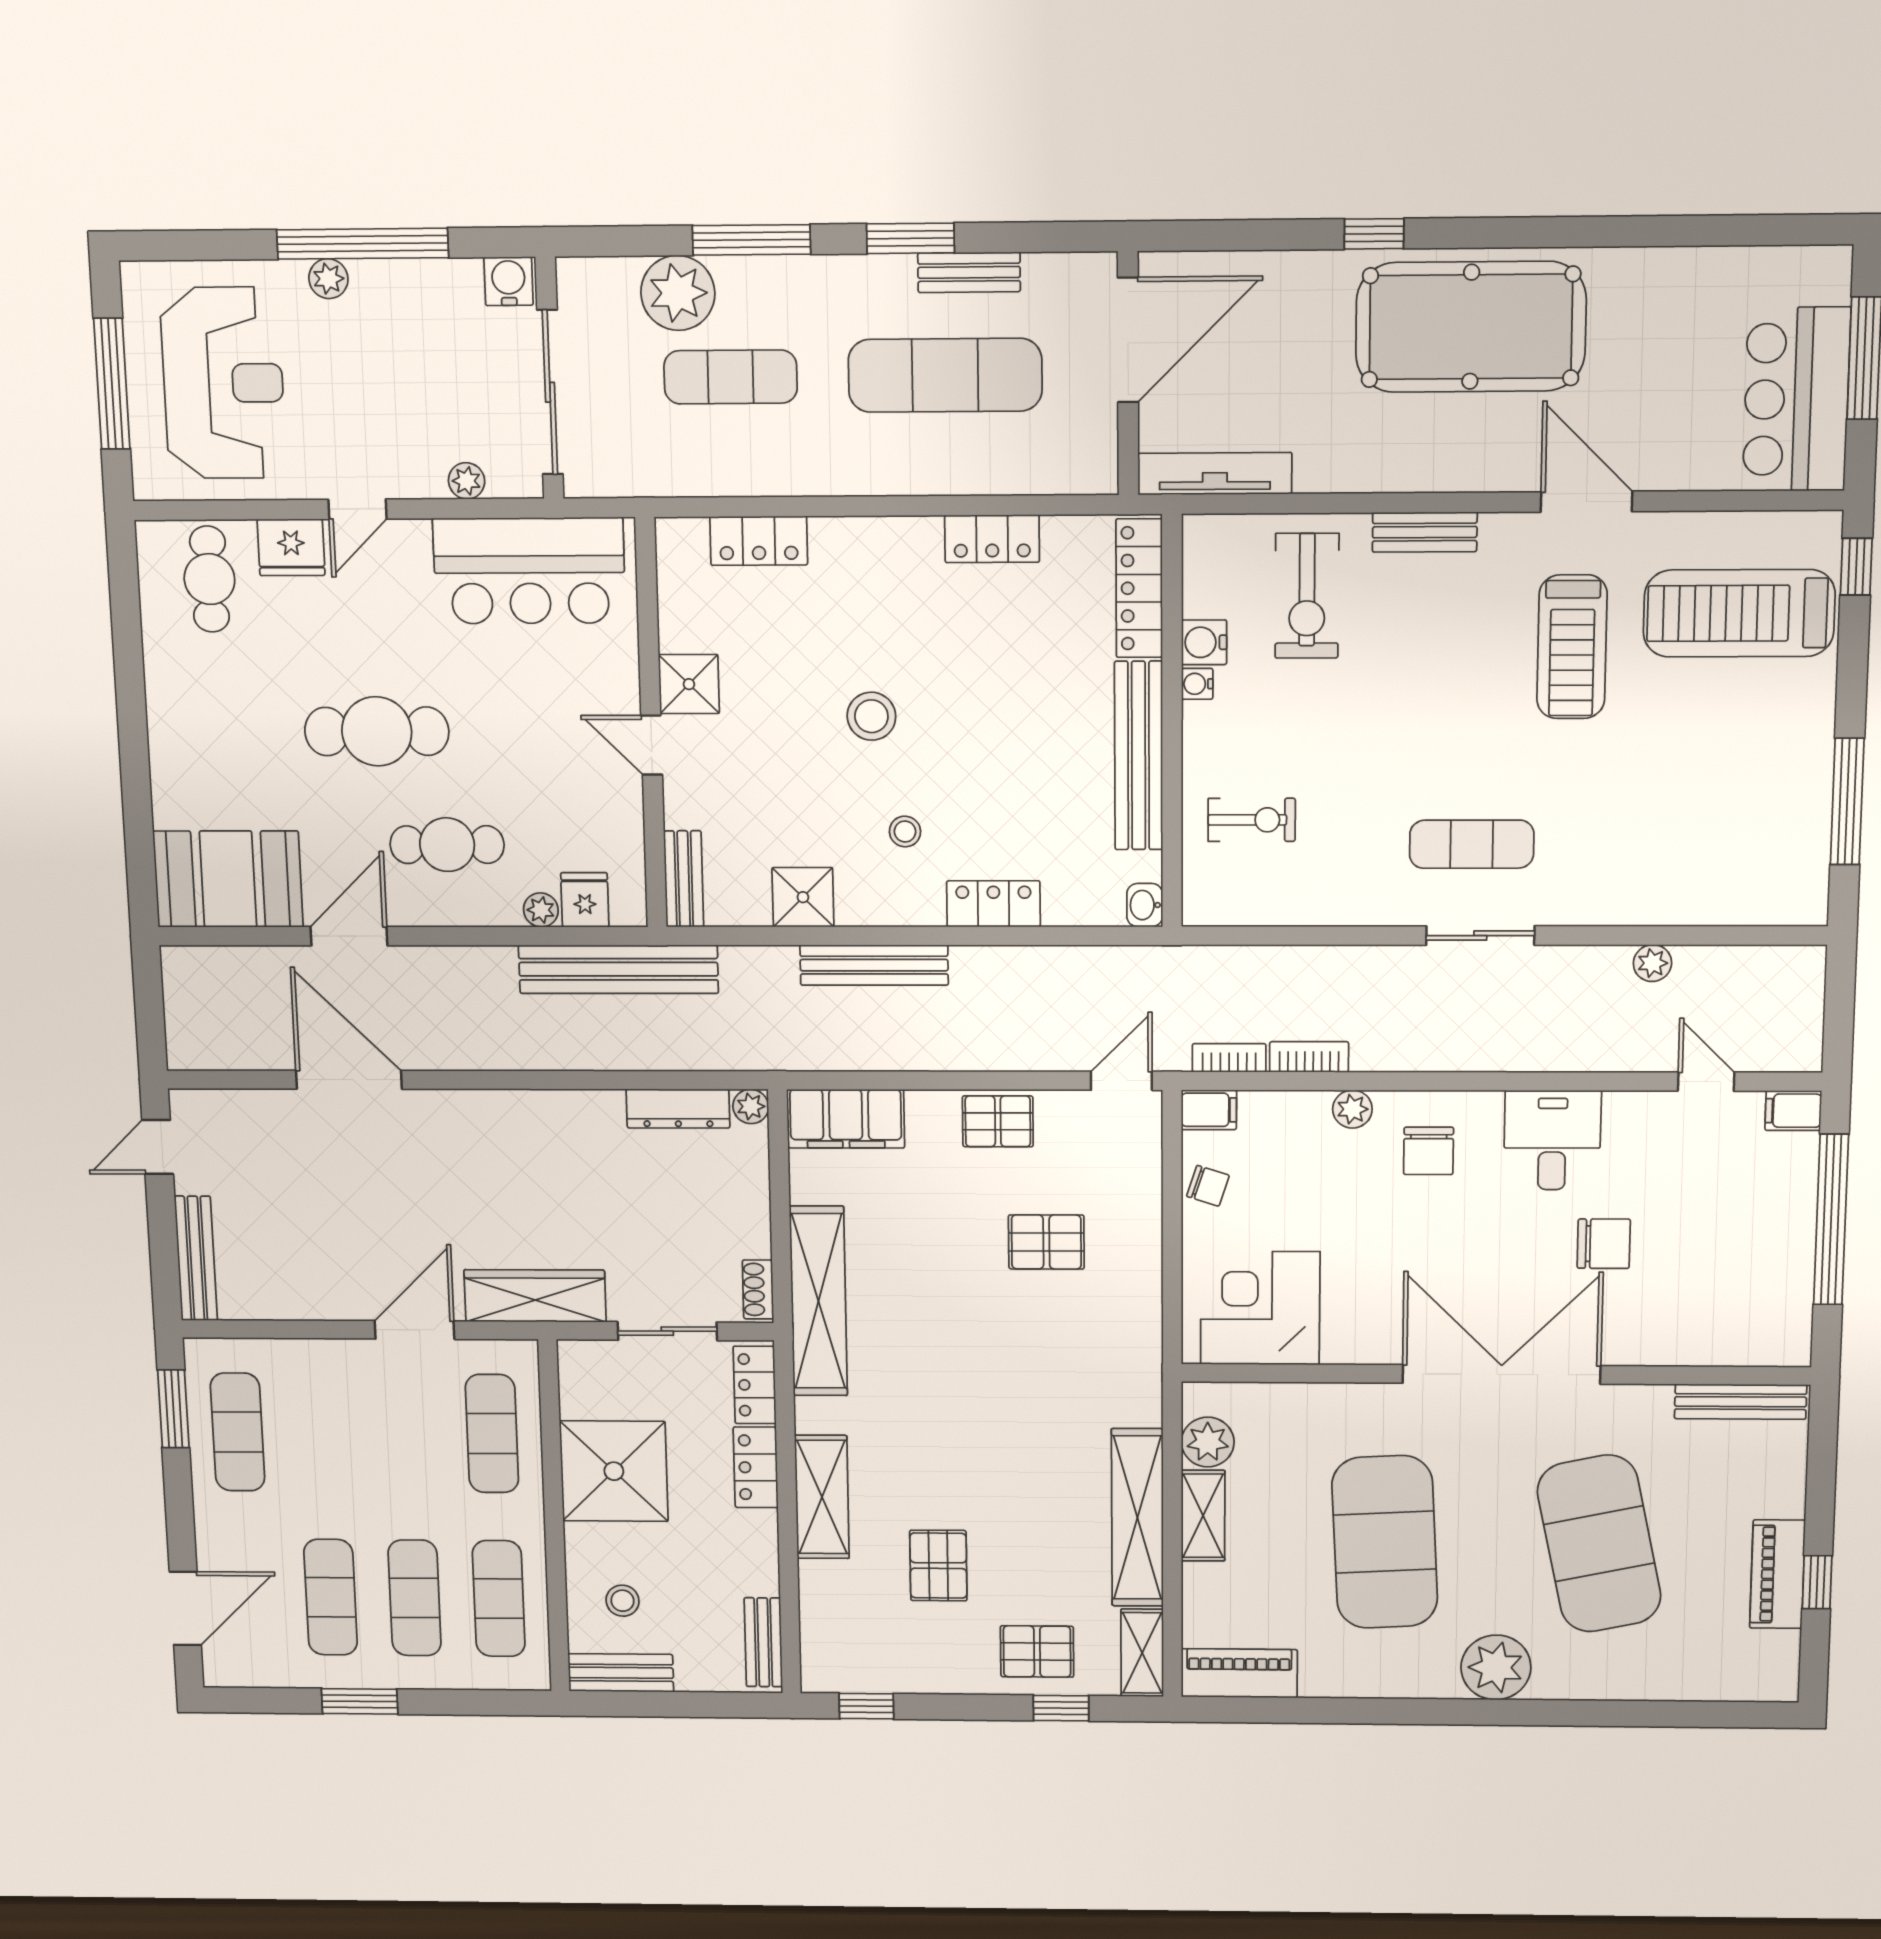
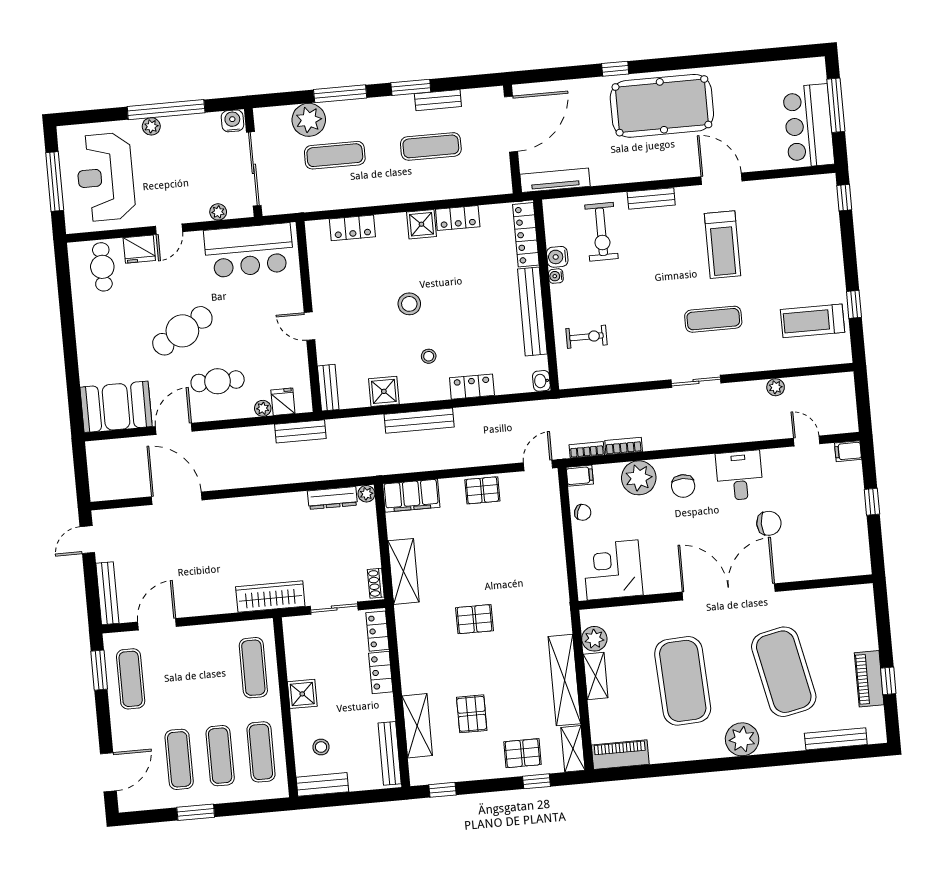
exercise mat: (945, 375) -> (431, 146), width x0.73, depth x0.69
reception desk: (223, 383) -> (105, 177), turned 180
treadmill: (1739, 613) -> (812, 321), moved, width x0.73, depth x0.73
shower: (689, 684) -> (421, 224), moved
cafe table: (377, 731) -> (182, 331), turned -30
window: (1847, 802) -> (854, 304), width x0.46
exercise mat: (1472, 844) -> (713, 319), moved
bench: (618, 969) -> (300, 431), width x0.54, depth x0.82
plant: (1352, 1109) -> (639, 478), width x1.88, depth x1.88
window: (1831, 1220) -> (872, 502), width x0.32
pallet: (1046, 1242) -> (474, 619), moved
shelving: (818, 1301) -> (403, 571), width x0.68
door: (415, 1330) -> (157, 624), moved
bench: (1741, 1402) -> (836, 739), moved
shower: (614, 1471) -> (302, 694), width x0.54, depth x0.54
shelving: (822, 1497) -> (417, 726), moved
bench: (763, 1642) -> (390, 753), width x1.36

